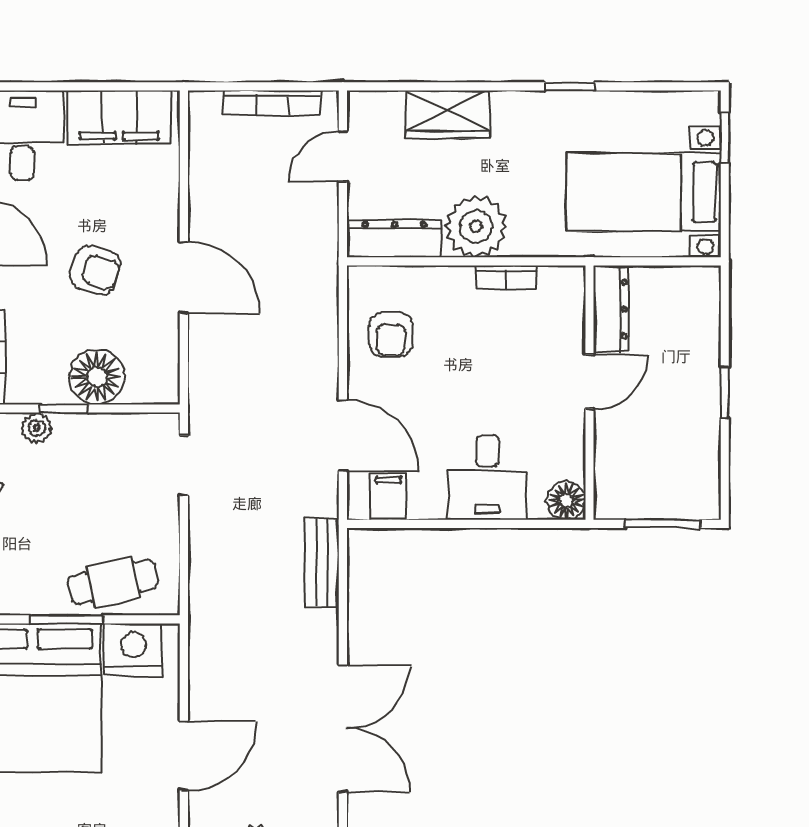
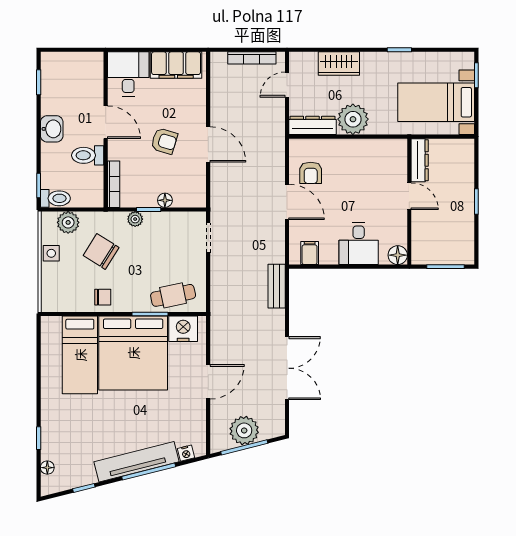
bookcase: (506, 277) -> (368, 145), removed
floor lamp: (97, 377) -> (165, 200), width x0.53, depth x0.53
door: (590, 382) -> (409, 196), hinge flipped
door: (343, 435) -> (287, 202), moved

